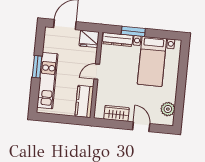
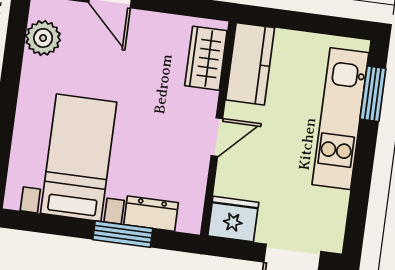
dresser: (118, 40) -> (151, 214), width x0.70
window: (37, 67) -> (373, 94), moved
wardrobe: (116, 113) -> (206, 58), moved, turned 90

